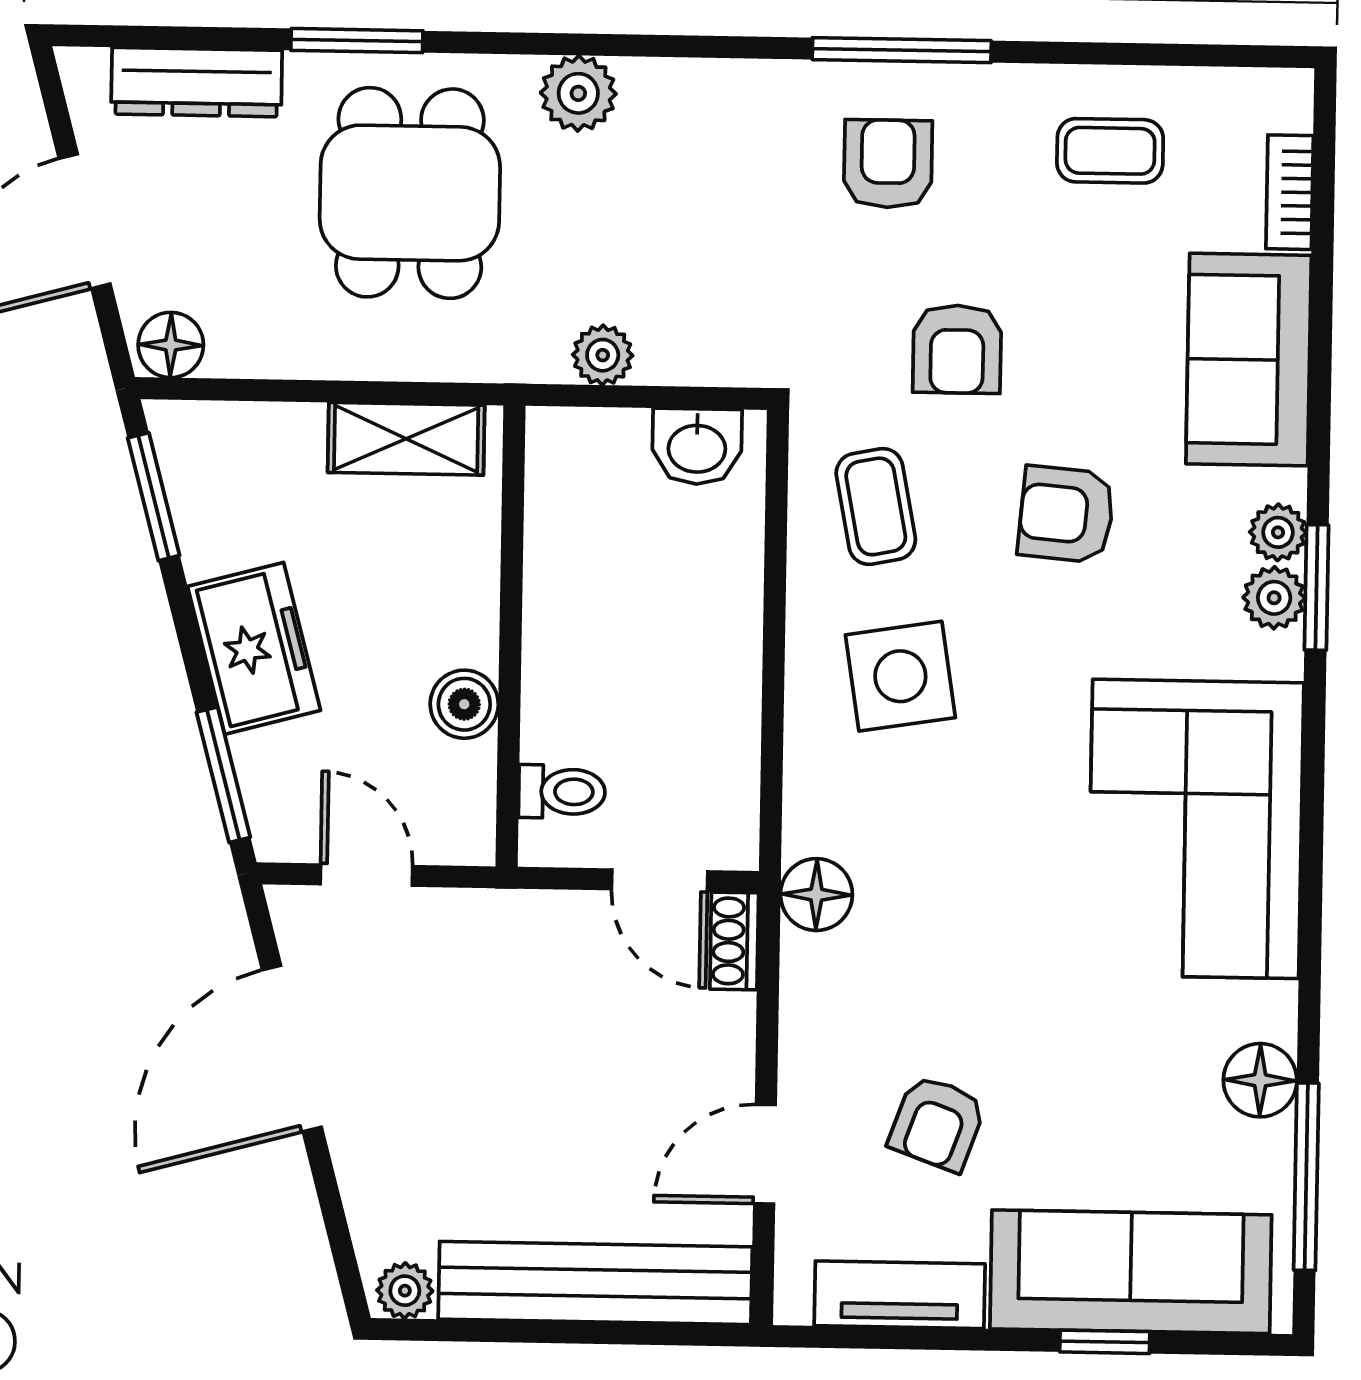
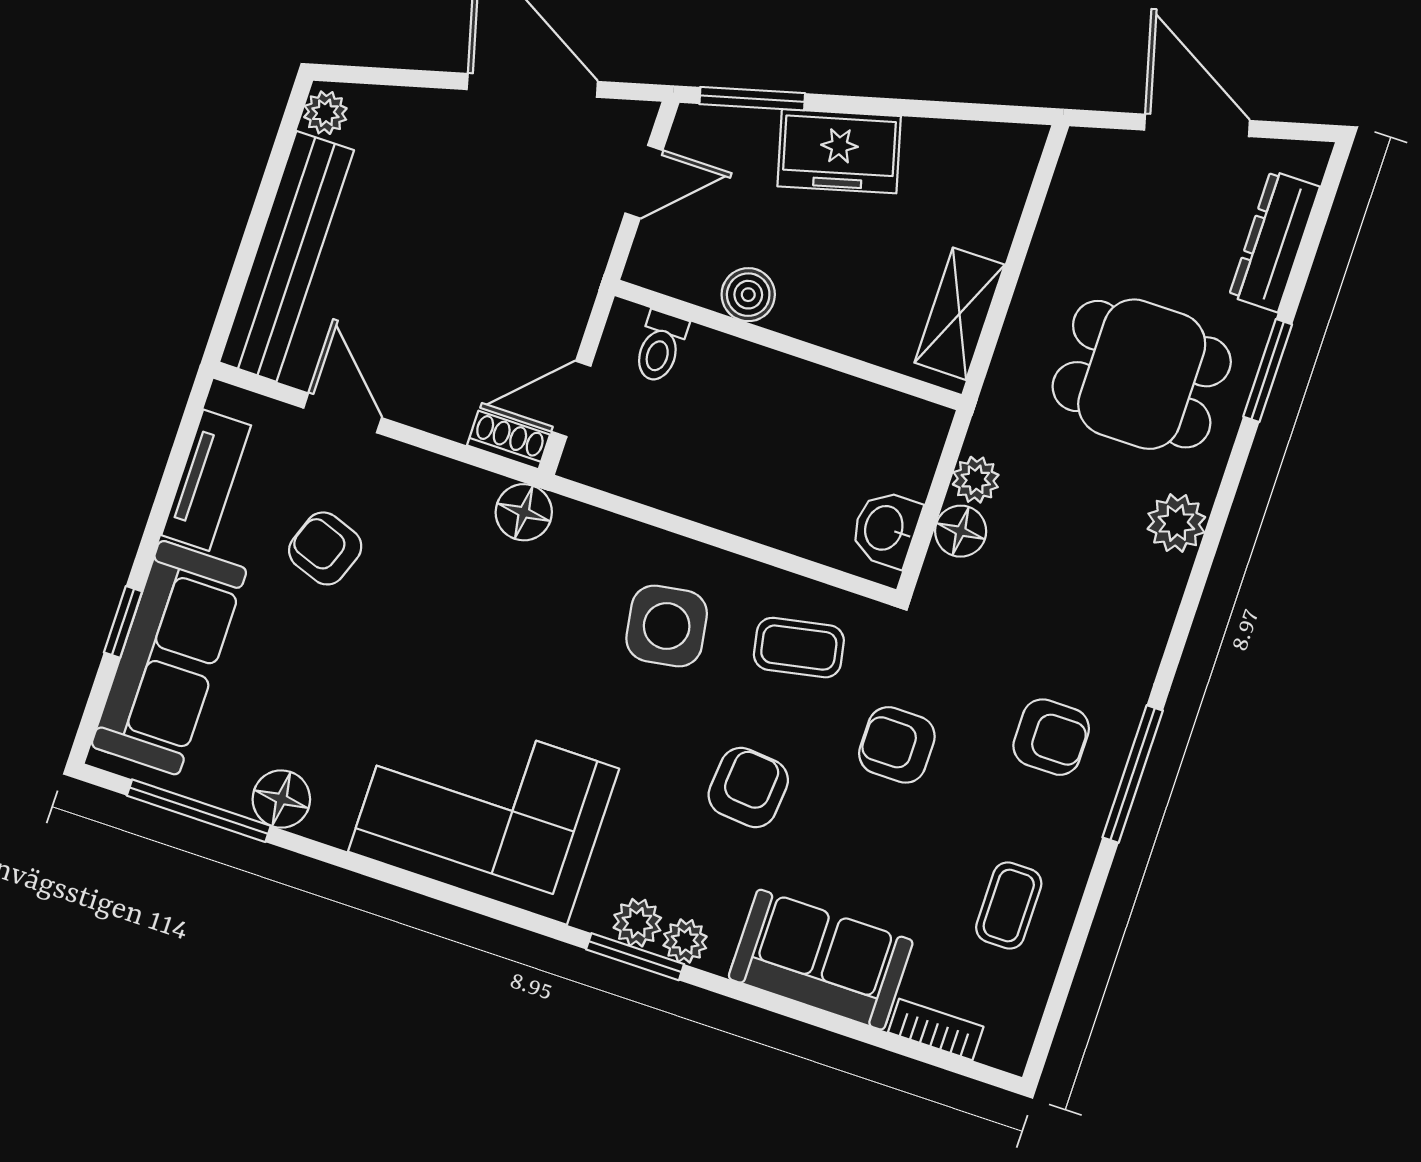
floor lamp: (171, 345) -> (961, 531), moved
window: (154, 497) -> (976, 112), removed

